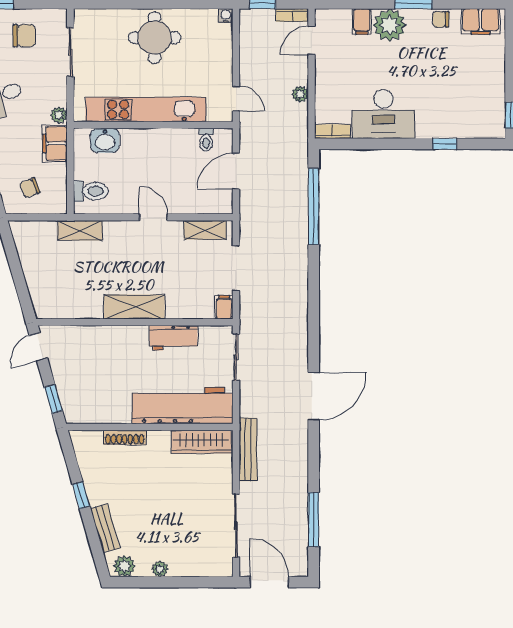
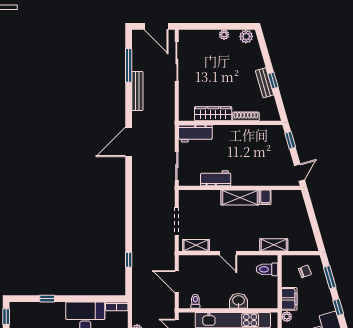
washbasin: (105, 140) -> (238, 301), moved
door: (236, 171) -> (177, 282), swing flipped
window: (314, 207) -> (129, 260), width x0.32
filing cabinet: (224, 307) -> (265, 197), moved
workbench: (183, 406) -> (195, 133), width x0.53, depth x0.76
wardrobe: (201, 442) -> (213, 114), moved
bench: (248, 450) -> (137, 91), moved
bench: (105, 528) -> (265, 83), moved

